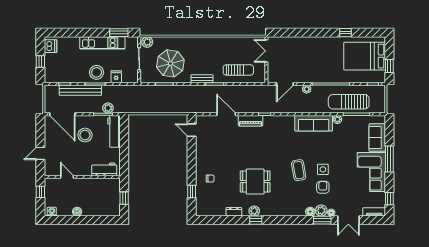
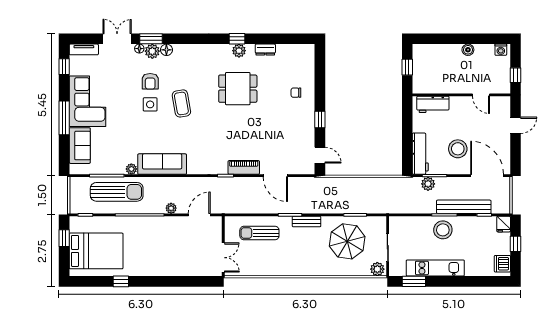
fridge: (116, 77) -> (504, 224), moved
window: (192, 191) -> (320, 119), moved

